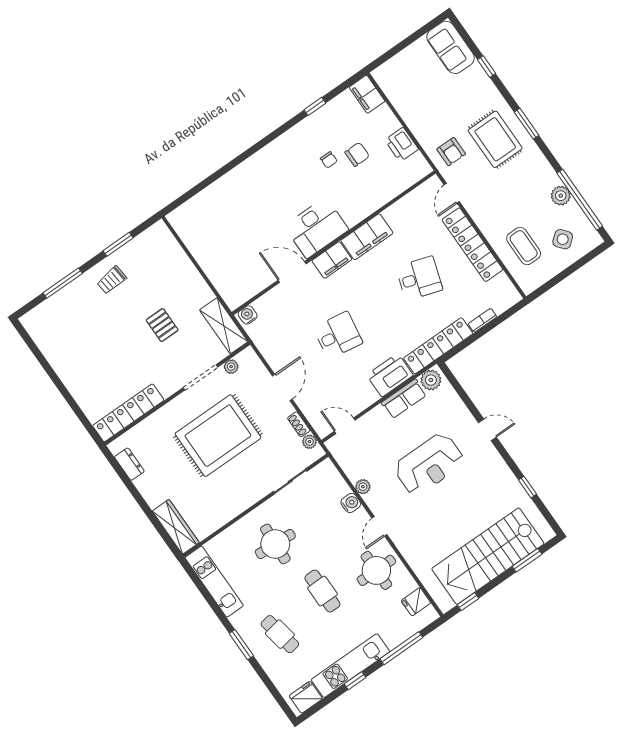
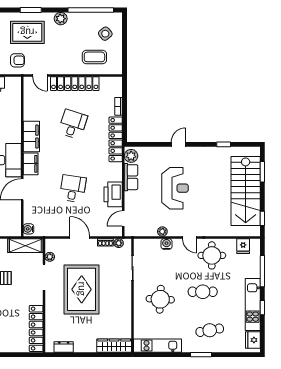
plant: (561, 196) -> (61, 19), moved
printer: (390, 375) -> (113, 194), moved

